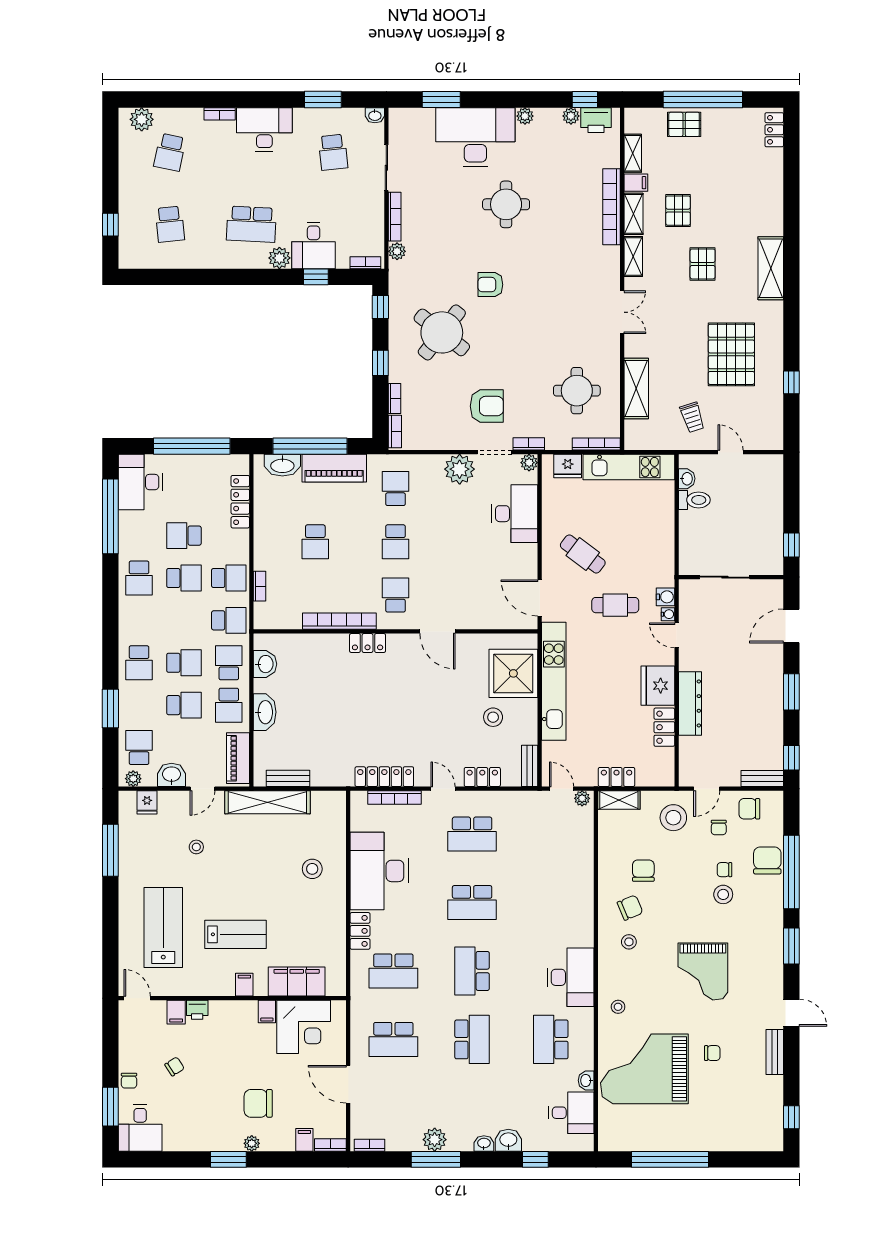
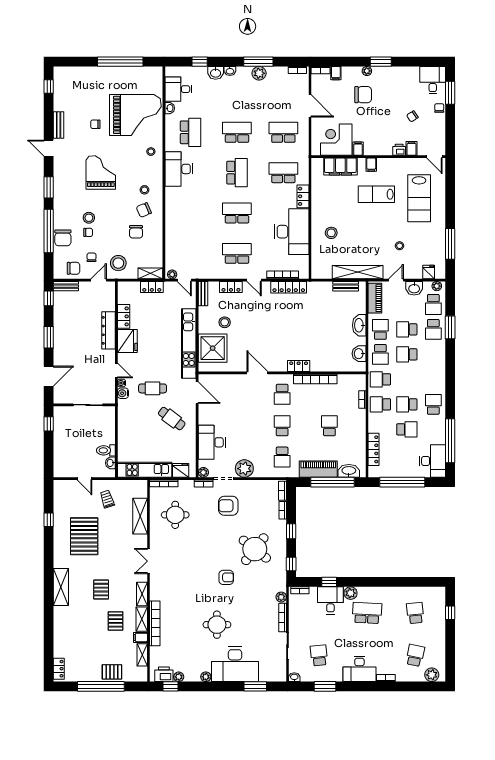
school desk: (139, 663) -> (433, 329), moved, turned 180
school desk: (472, 1039) -> (237, 132), turned 90

